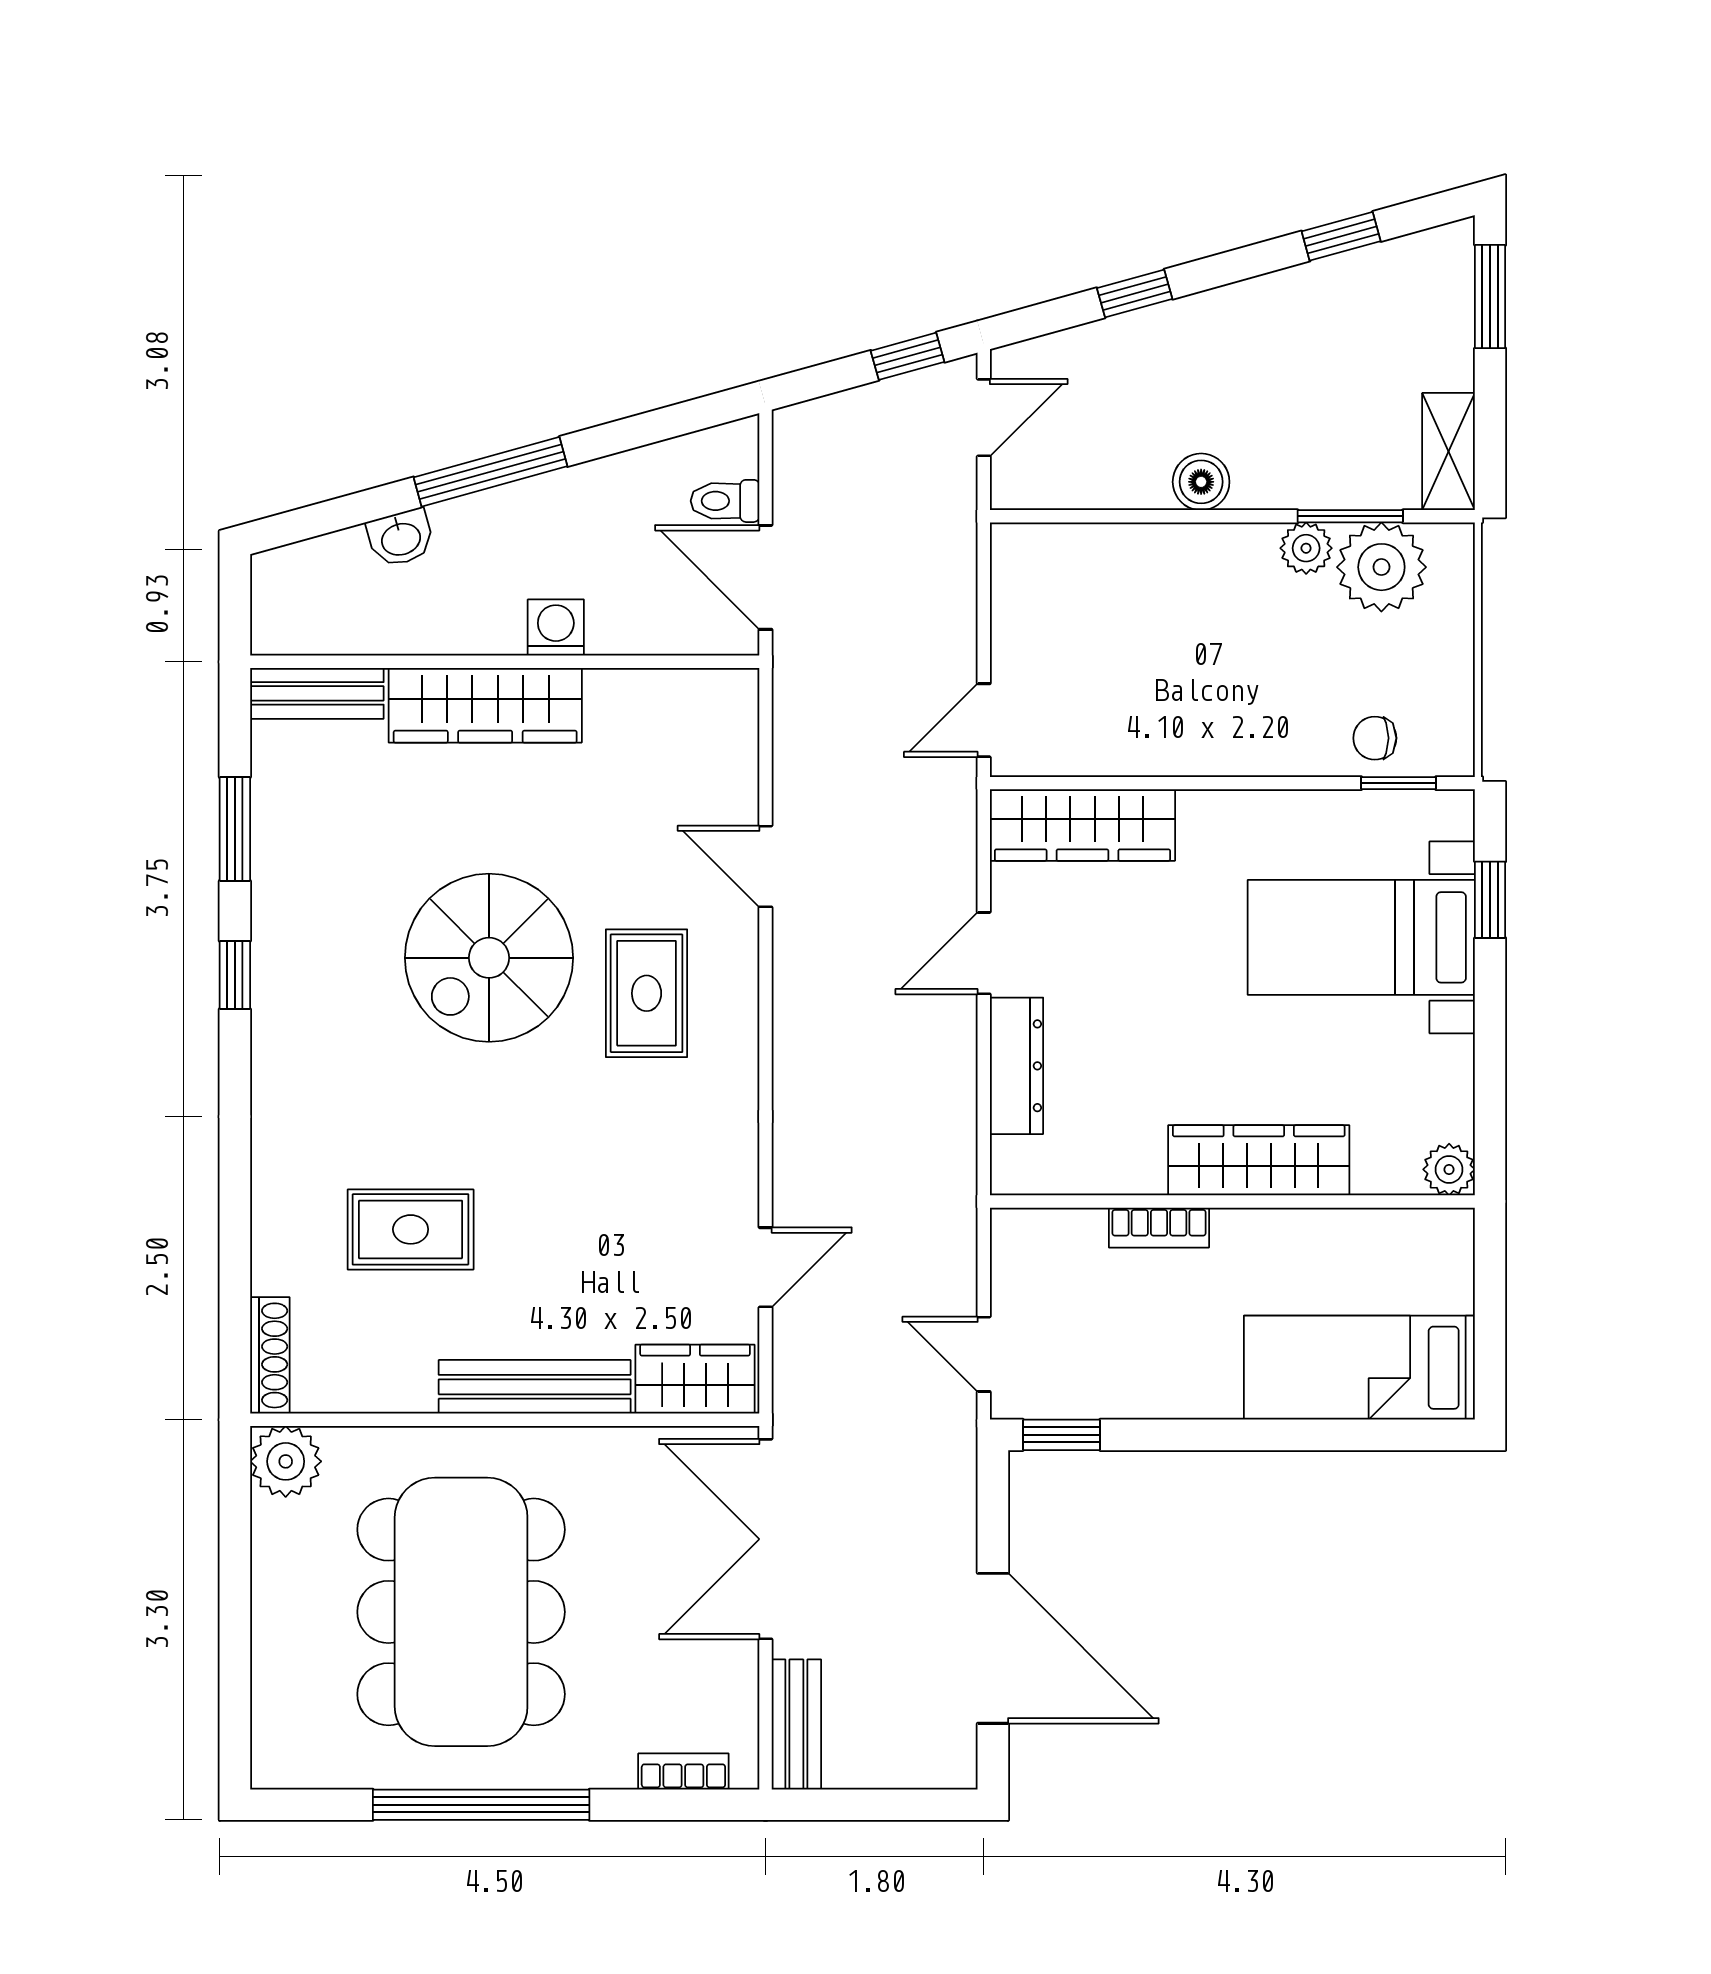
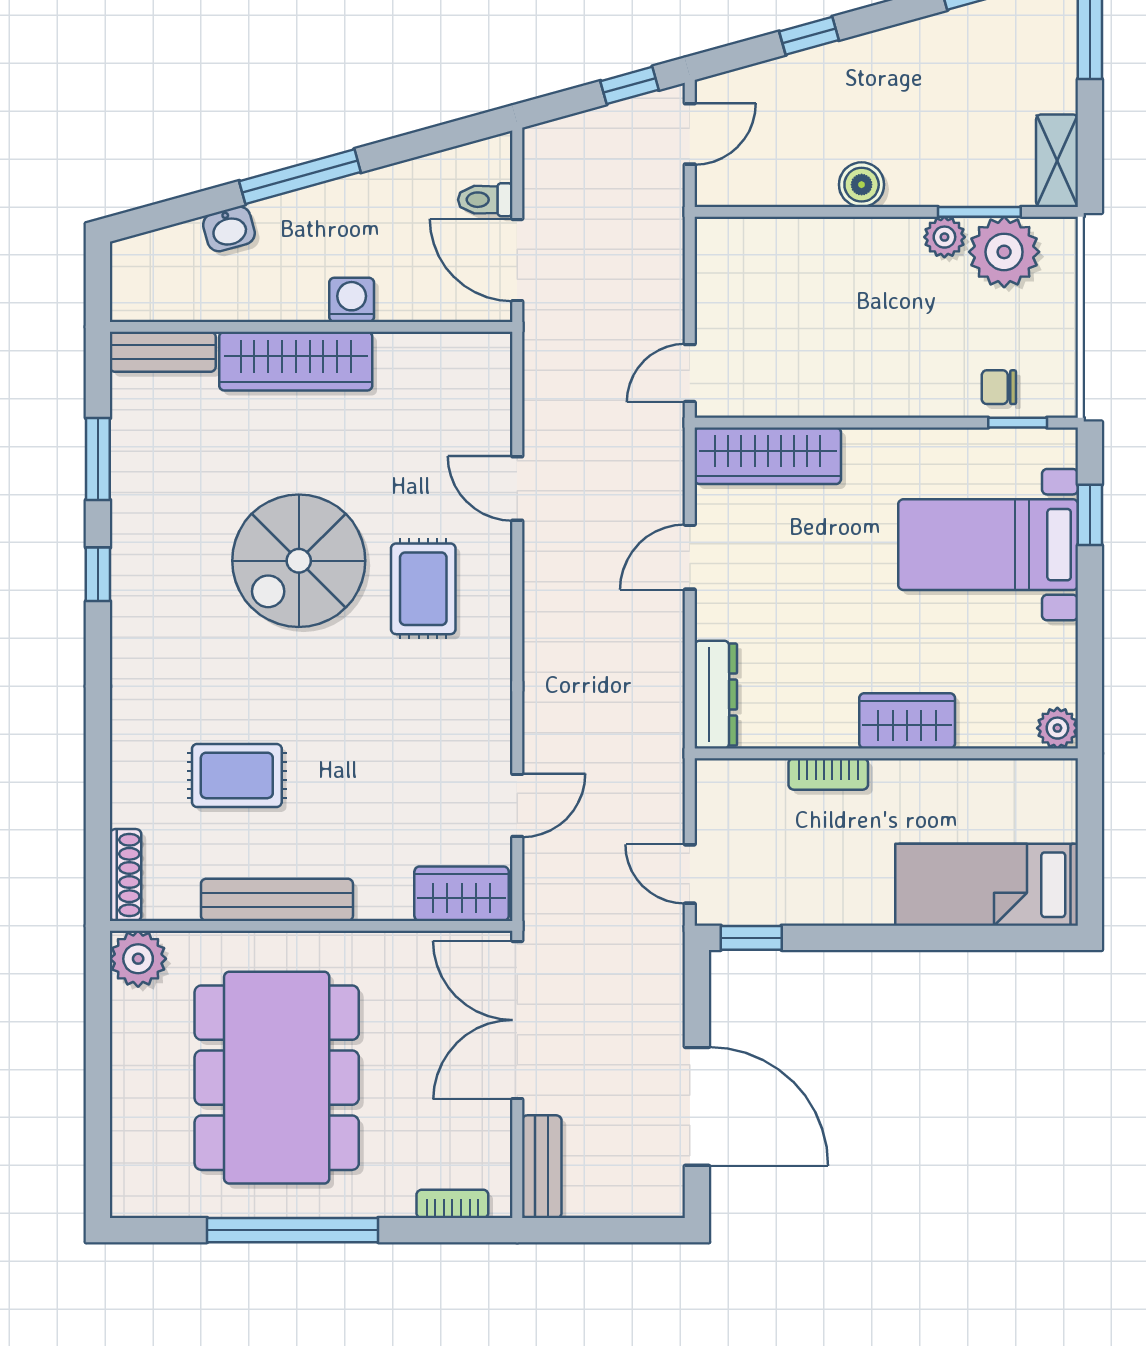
dresser: (1017, 1066) -> (716, 695), moved
wardrobe: (1259, 1160) -> (907, 721), width x0.67
bench: (535, 1387) -> (277, 900), moved

